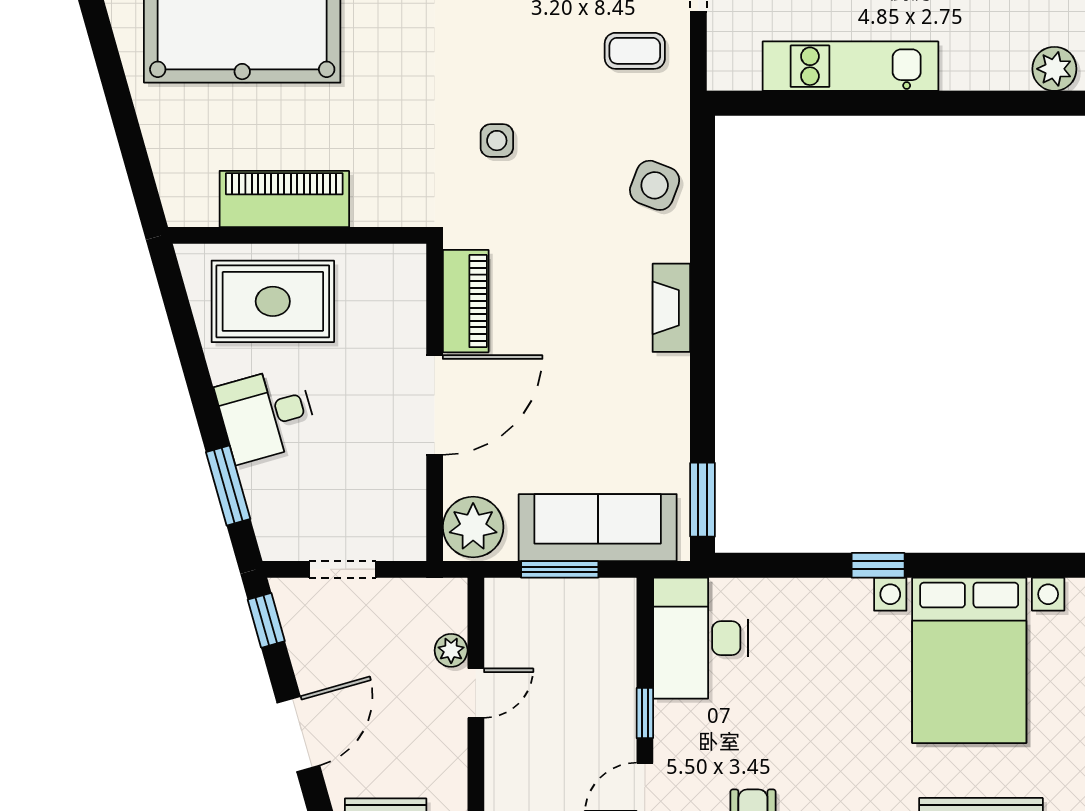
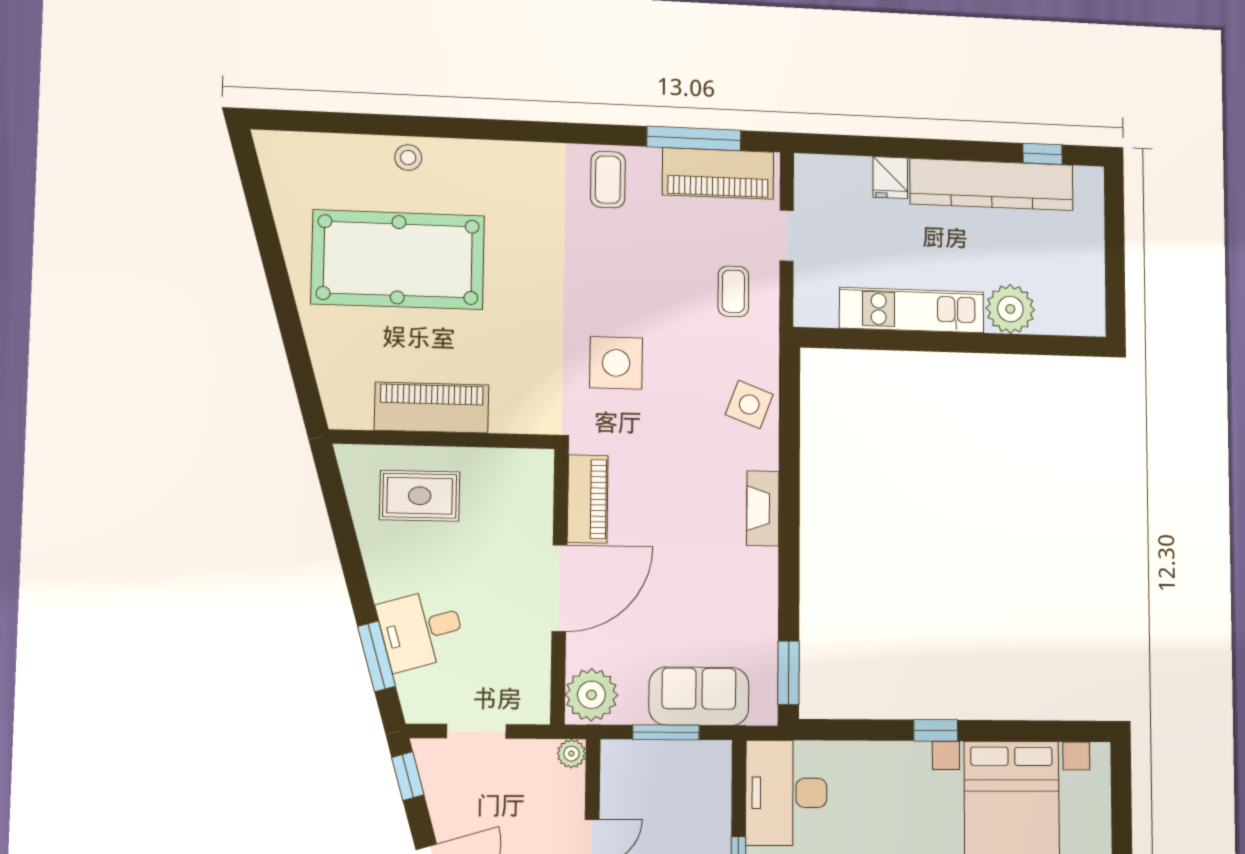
coffee table: (635, 51) -> (733, 291), turned 90
plant: (1054, 69) -> (1010, 309), moved, width x1.36, depth x1.36
side table: (497, 141) -> (616, 363), width x1.87, depth x1.87
rug: (273, 301) -> (420, 496), width x0.73, depth x0.70
desk: (267, 415) -> (421, 630), moved
sofa: (598, 528) -> (699, 696), width x0.73
plant: (451, 650) -> (571, 754), moved

